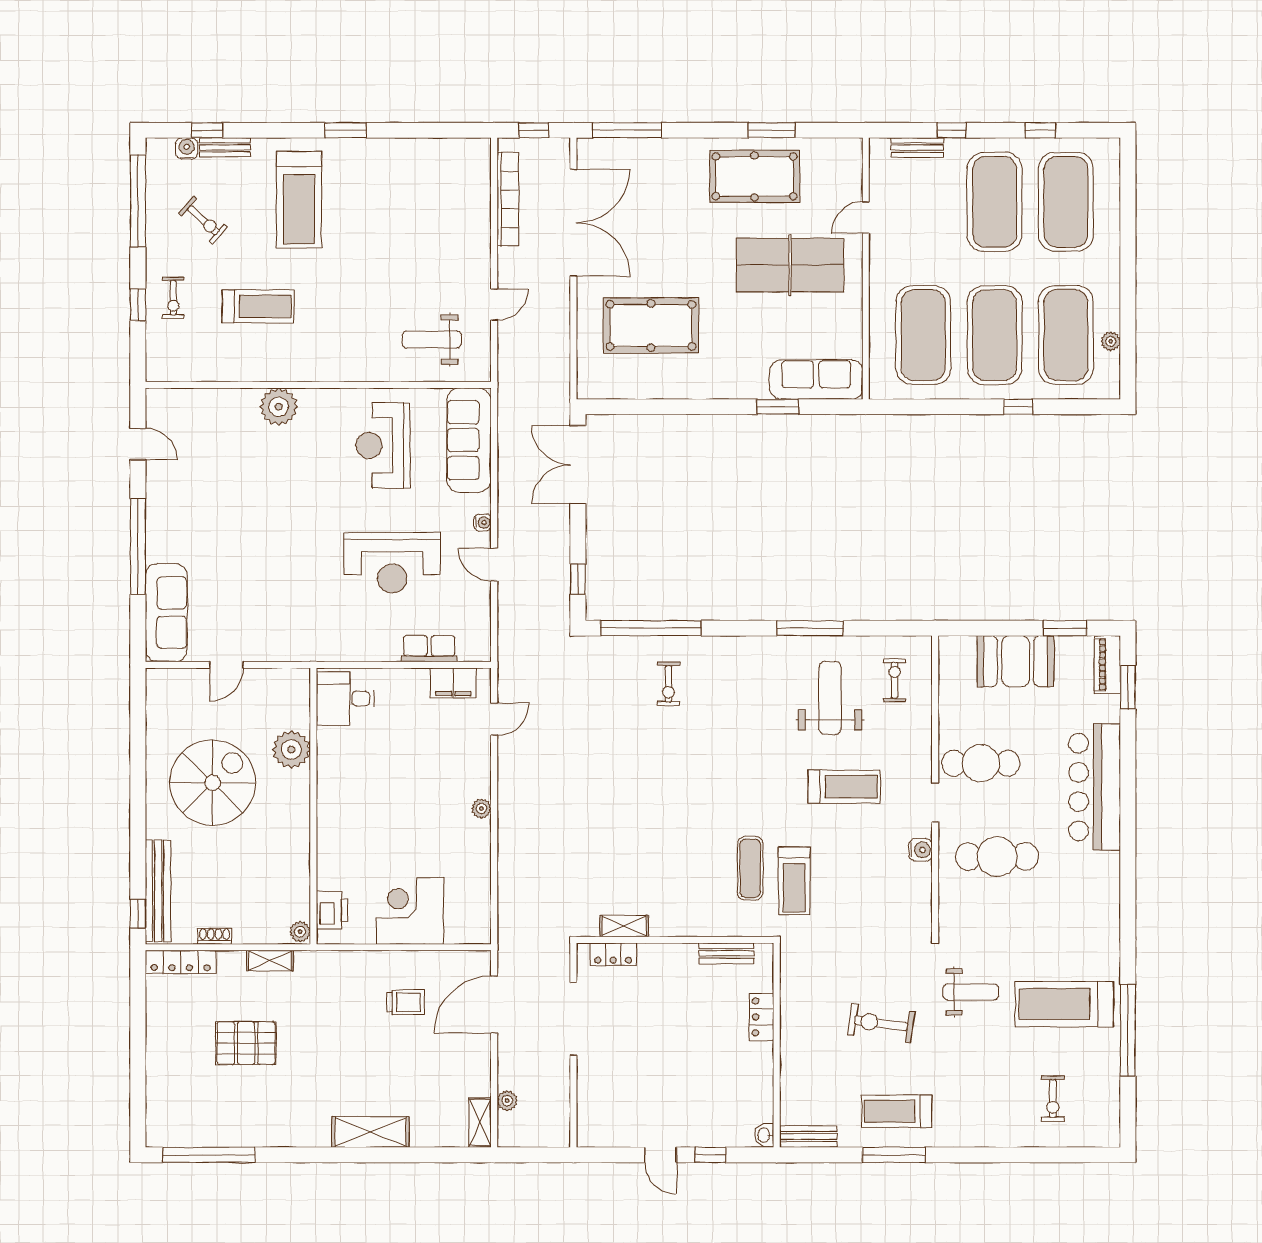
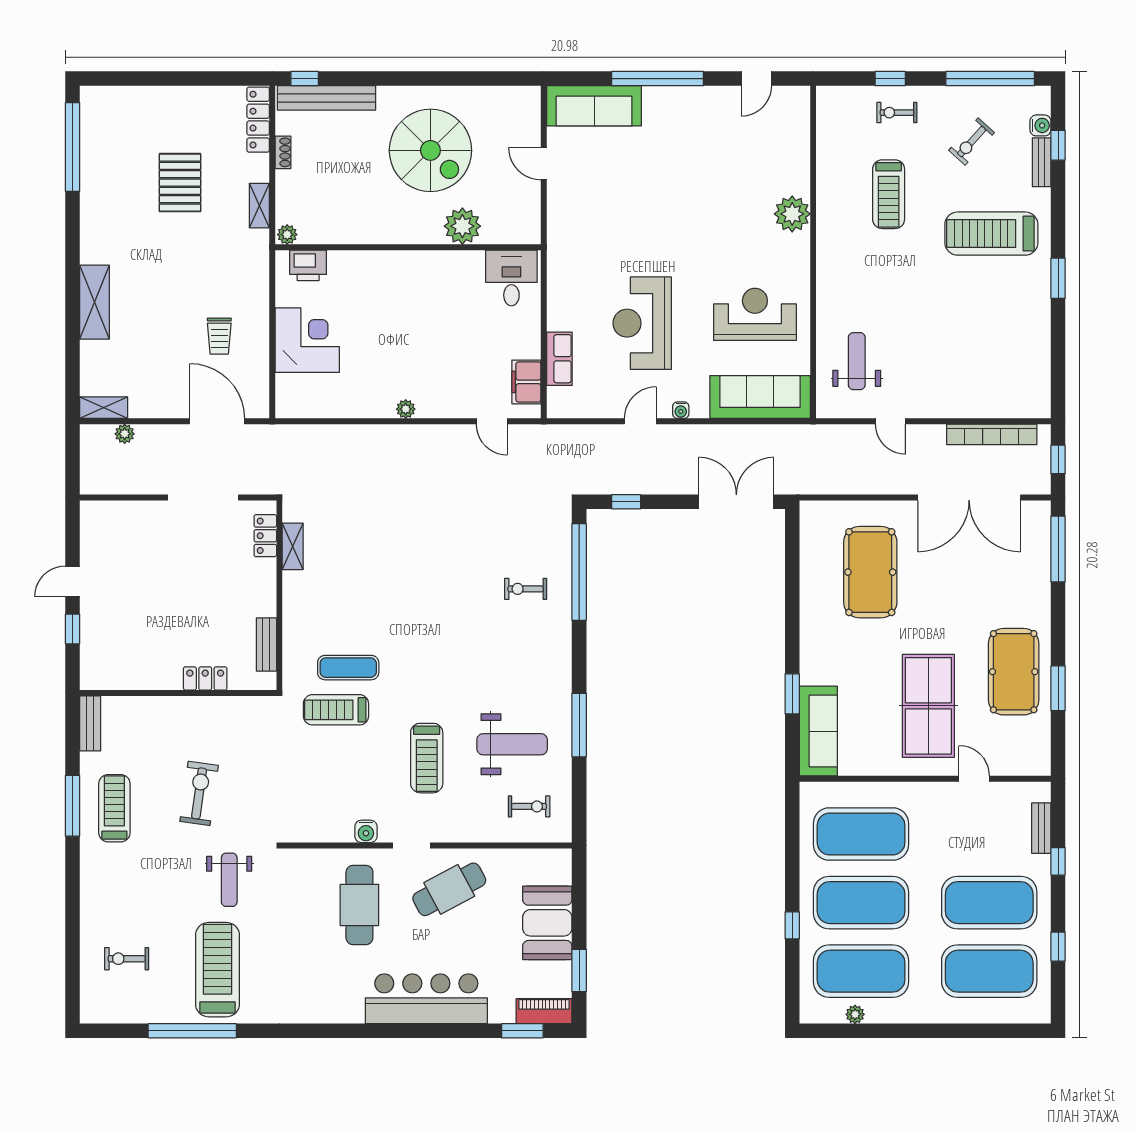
cafe table: (981, 763) -> (449, 889), turned 62
washbasin: (764, 1135) -> (91, 681), removed

